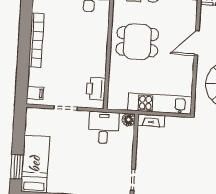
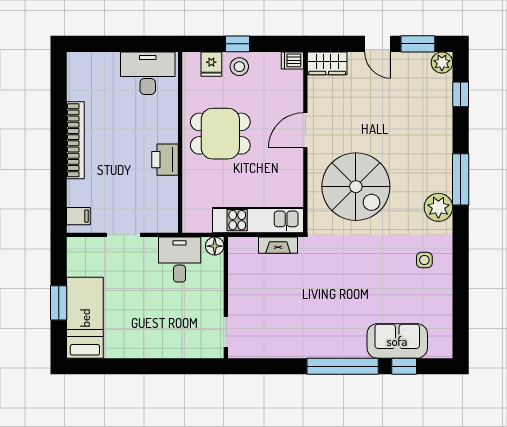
printer: (96, 89) -> (165, 160), moved
fireplace: (151, 120) -> (278, 245), moved
window: (17, 167) -> (59, 303), moved

